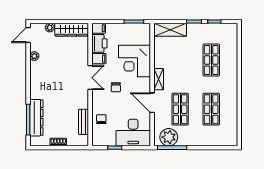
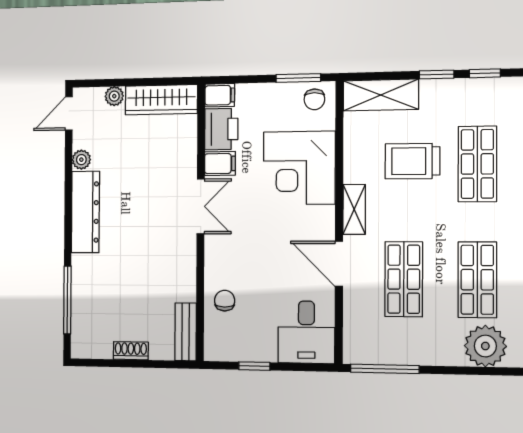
trolley: (184, 59) -> (412, 161), added
chair: (116, 87) -> (314, 99), moved
dresser: (36, 118) -> (85, 212), moved
bench: (84, 122) -> (186, 332), moved
desk: (133, 133) -> (306, 332), width x0.73
plant: (169, 137) -> (485, 346), moved

